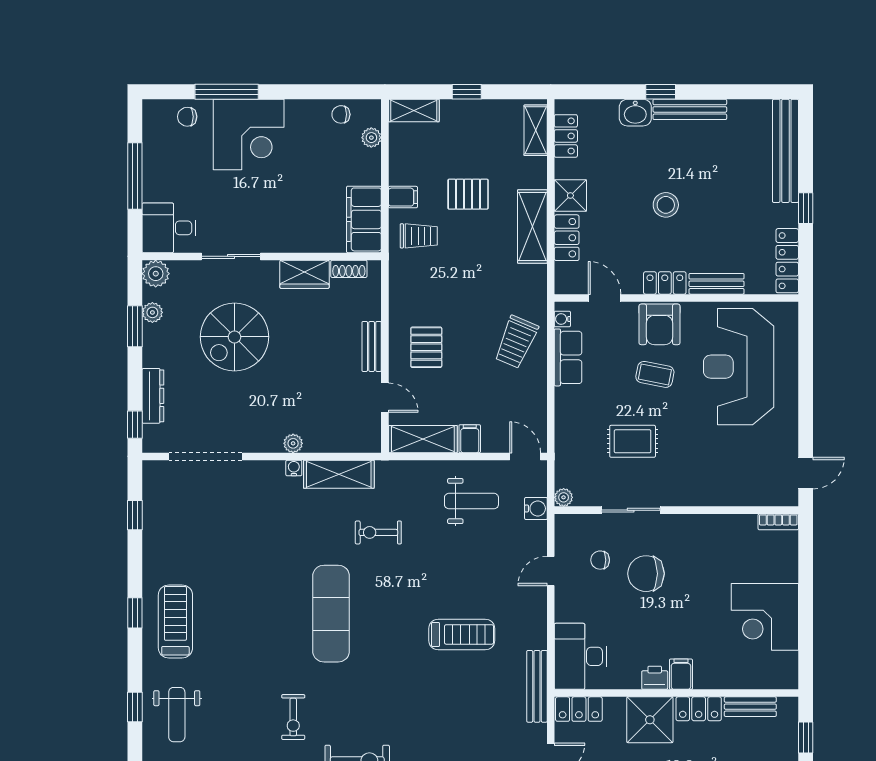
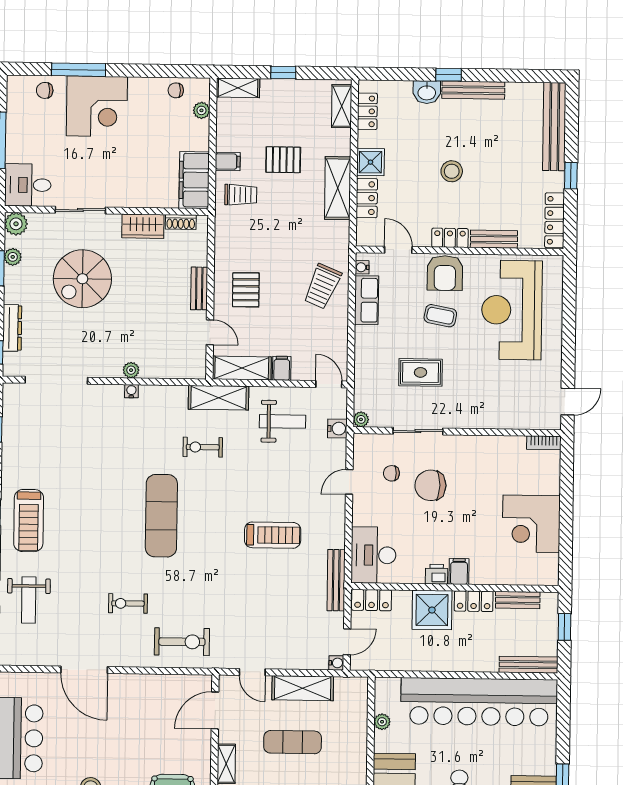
shelving: (339, 474) -> (218, 398), moved
treadmill: (175, 621) -> (29, 521), turned 180
exercise bike: (293, 717) -> (128, 603), turned 90

